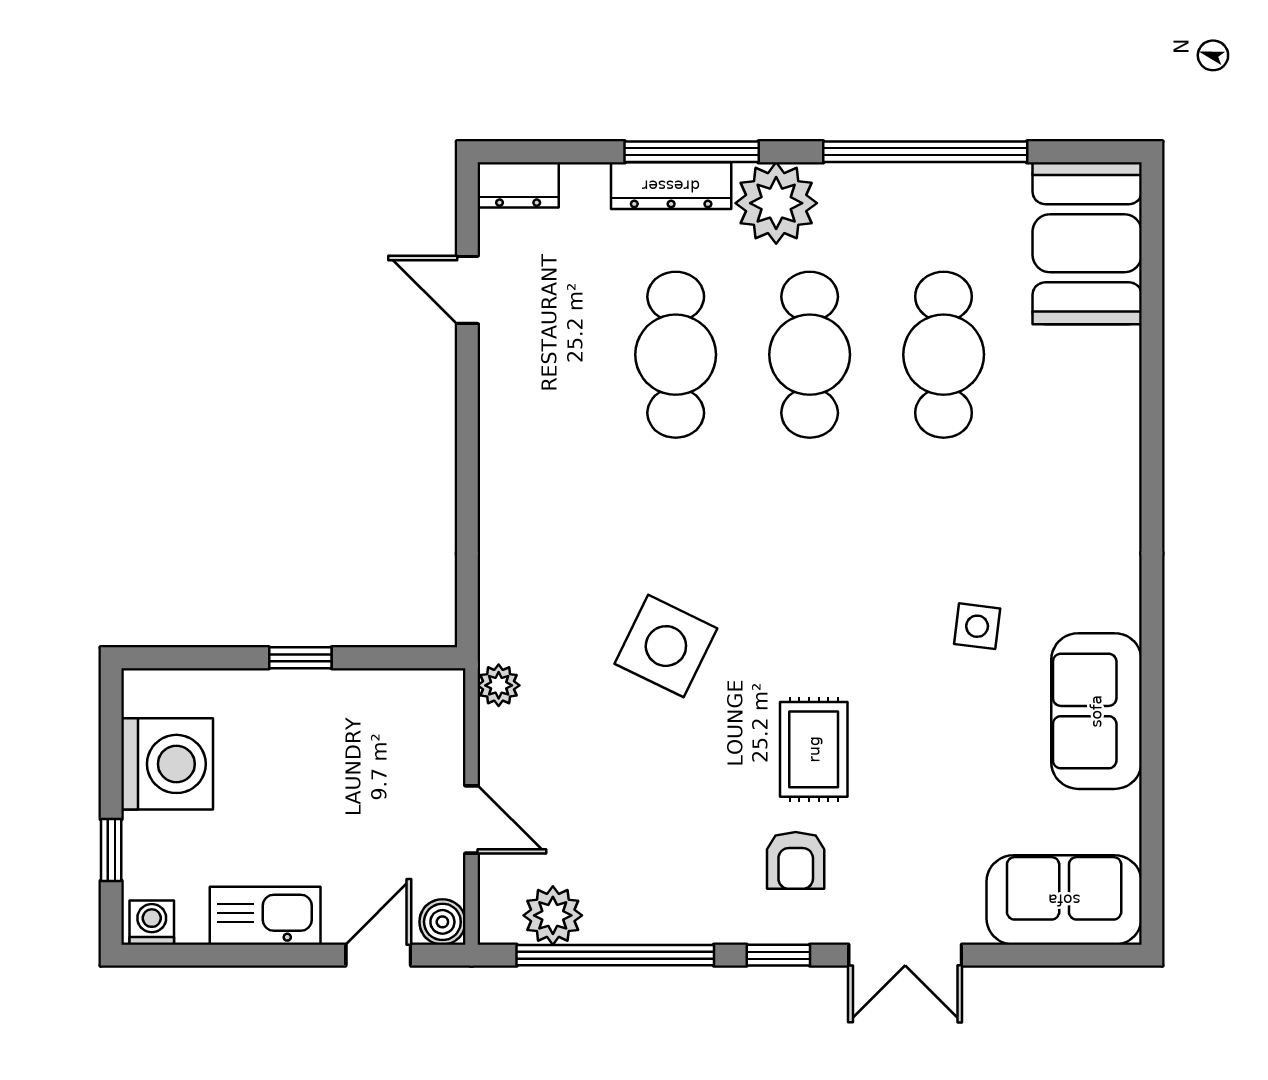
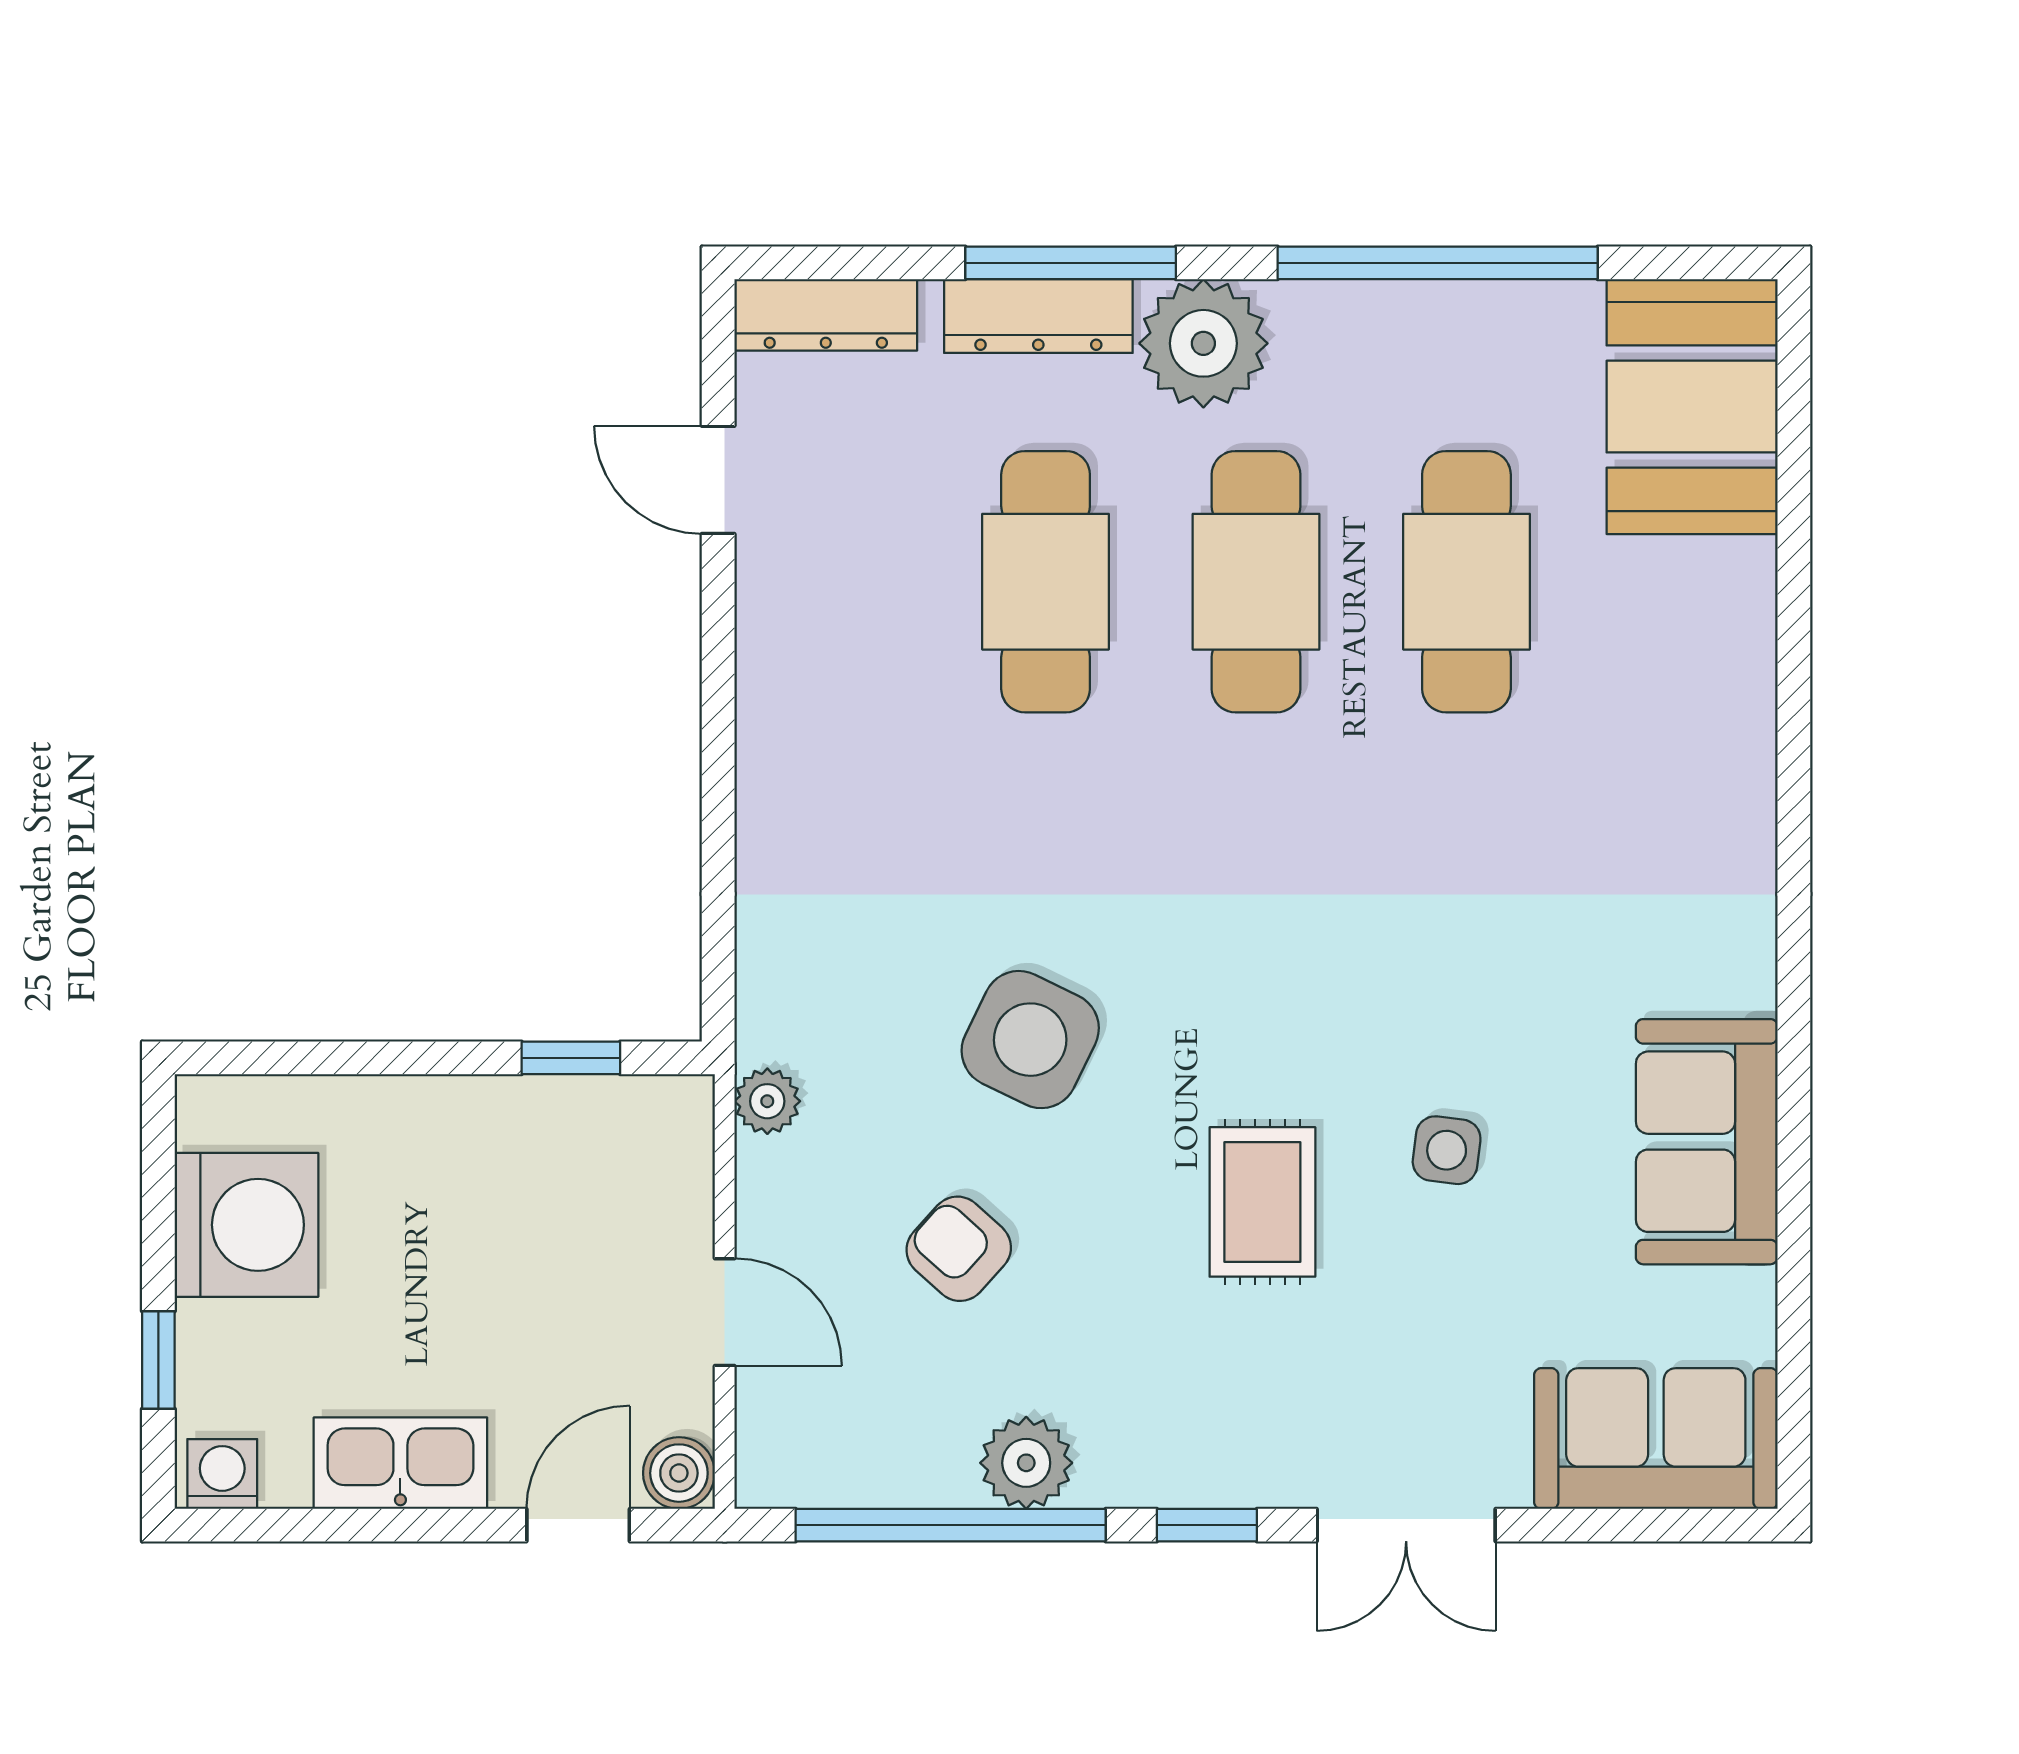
dresser: (518, 185) -> (826, 315), width x1.44
side table: (977, 626) -> (1447, 1150), moved
window: (300, 658) -> (571, 1058), moved
armchair: (796, 860) -> (959, 1249), moved, turned 132
plant: (553, 915) -> (1026, 1463), moved

